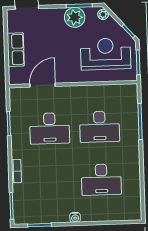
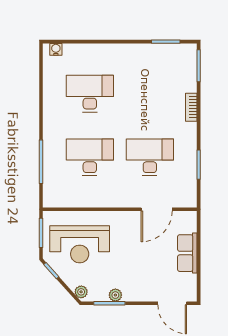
plant: (75, 17) -> (115, 295), width x0.53, depth x0.53
water cooler: (75, 217) -> (56, 49), moved

